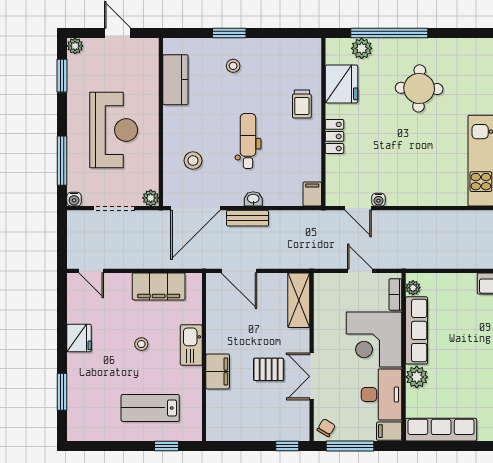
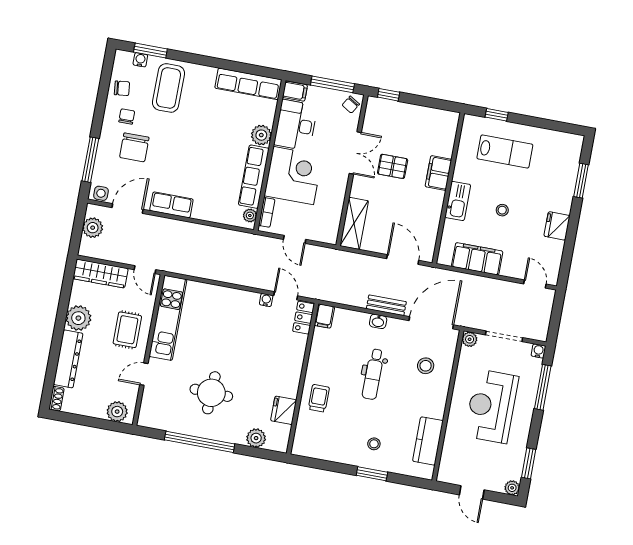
window: (389, 33) -> (200, 442), moved
fridge: (341, 84) -> (284, 410), width x0.73, depth x0.75
locker: (334, 136) -> (304, 318), moved

